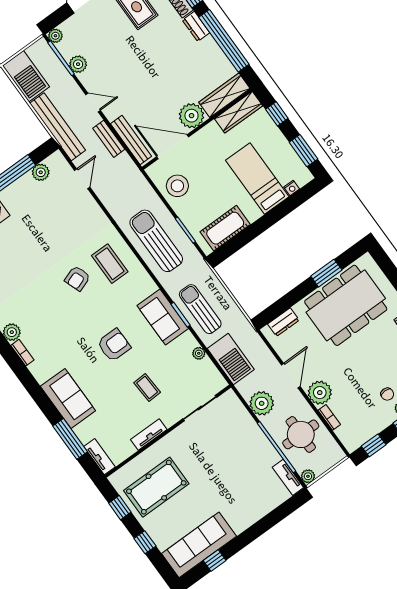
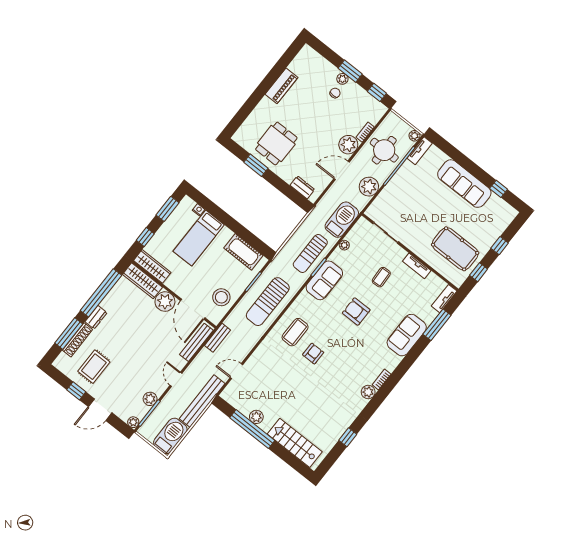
bench: (109, 139) -> (218, 338), moved
plant: (41, 172) -> (256, 417), moved
armchair: (77, 278) -> (313, 354), turned -70
dining table: (346, 305) -> (276, 144), width x0.53, depth x0.80
sofa: (199, 545) -> (464, 184), moved

